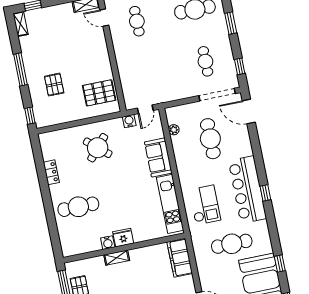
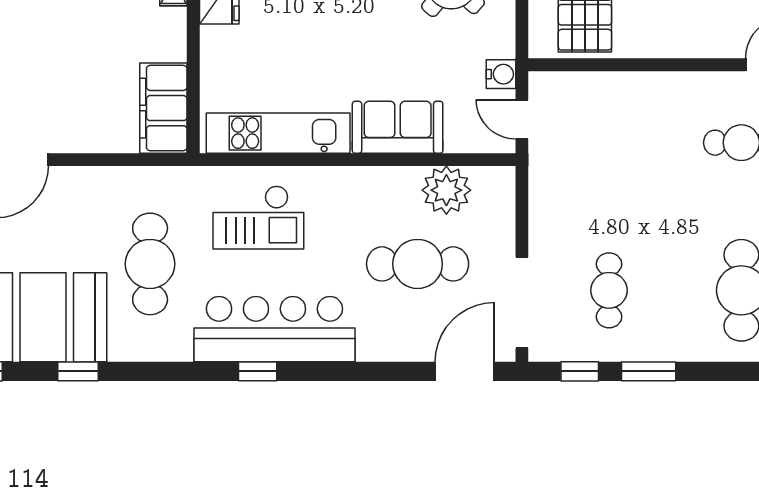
window: (231, 23) -> (649, 371), moved
cafe table: (205, 61) -> (609, 290), turned 90
plant: (174, 130) -> (446, 190), width x1.88, depth x1.88
filing cabinet: (180, 258) -> (163, 108), moved, turned -90

